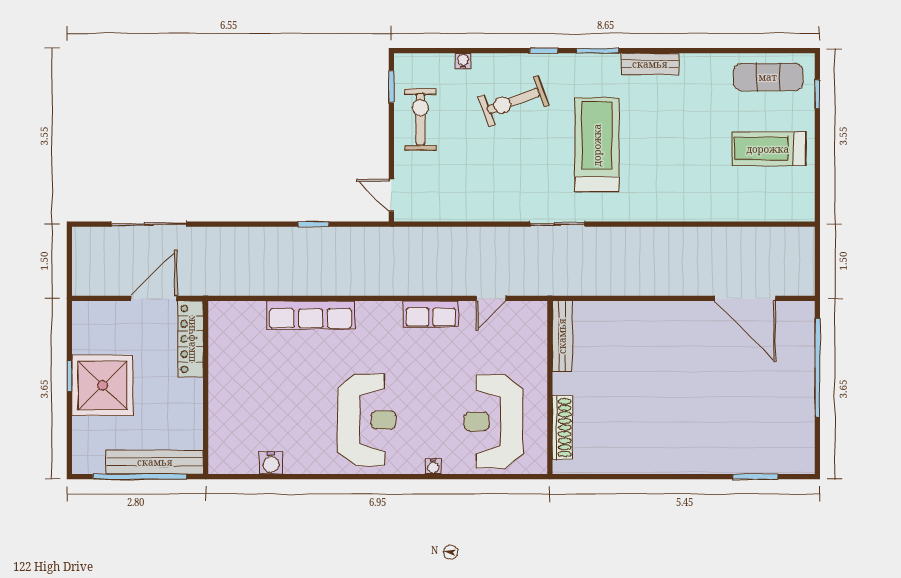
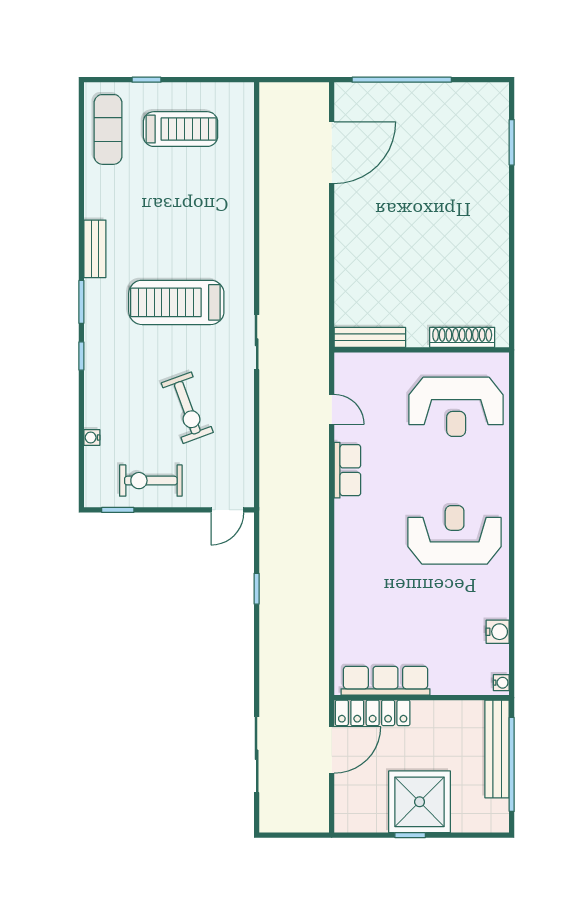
window: (817, 94) -> (147, 80), moved
exercise bike: (514, 101) -> (187, 408), moved
treadmill: (768, 149) -> (180, 129), turned -90
door: (154, 298) -> (332, 750), swing flipped
row of seats: (311, 315) -> (386, 681), moved, turned -90
water cooler: (433, 466) -> (501, 683), moved

